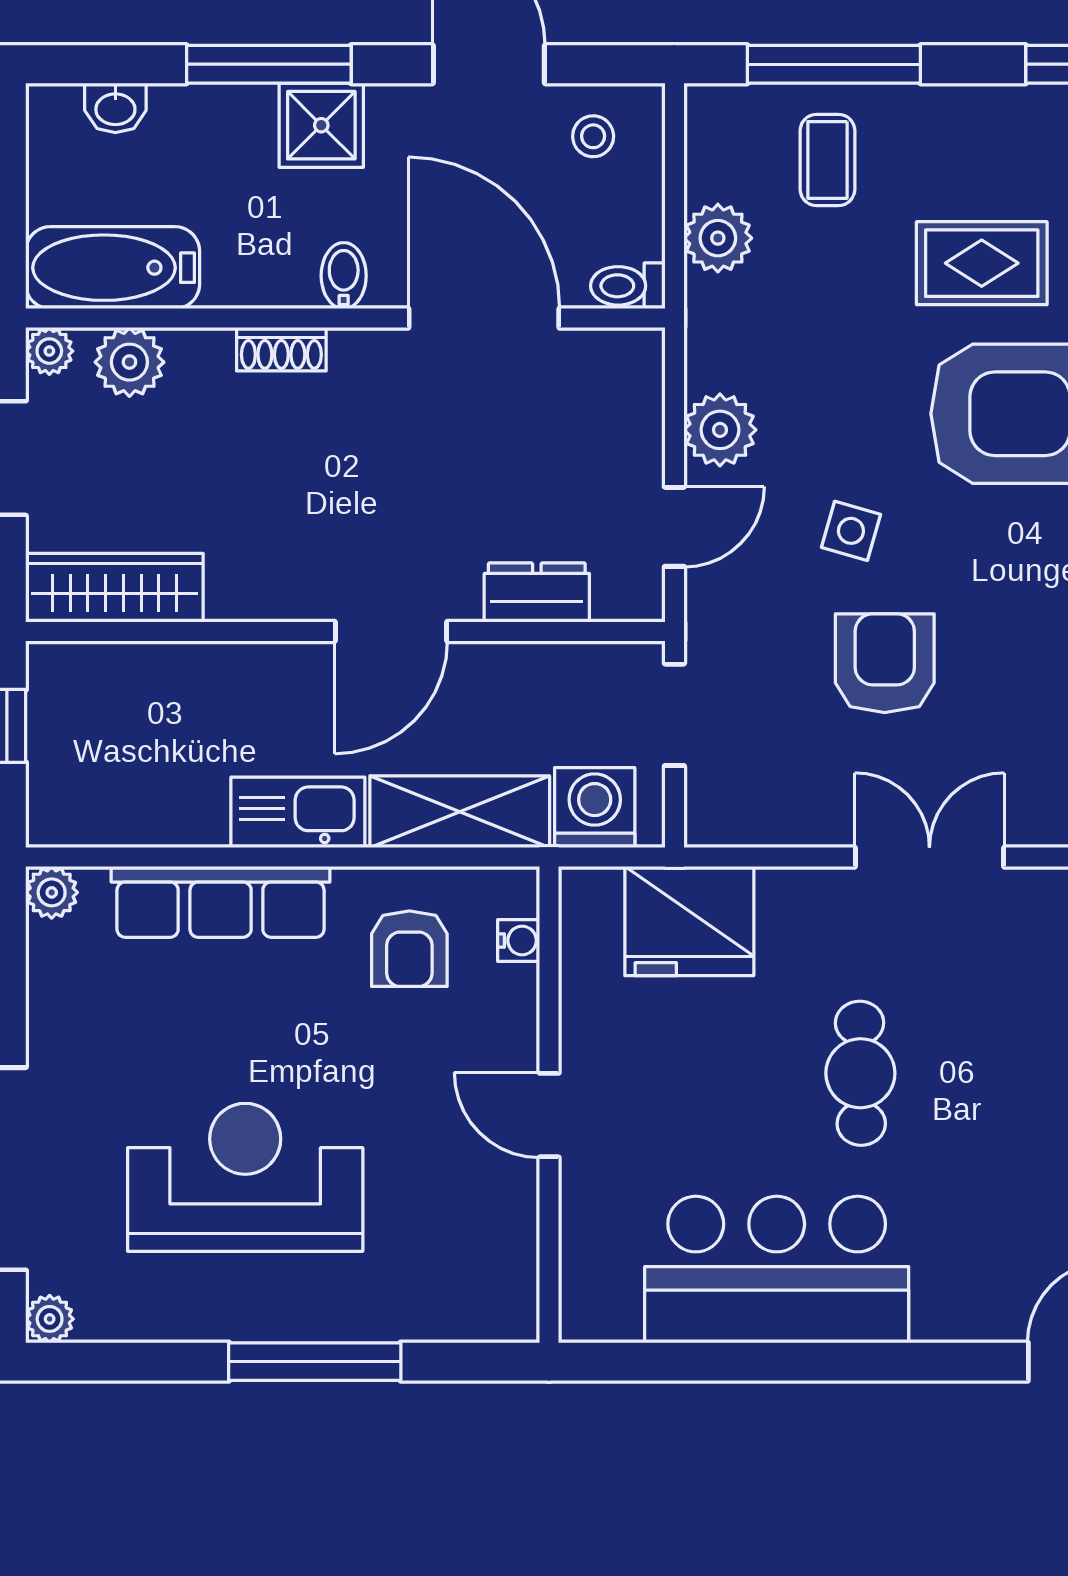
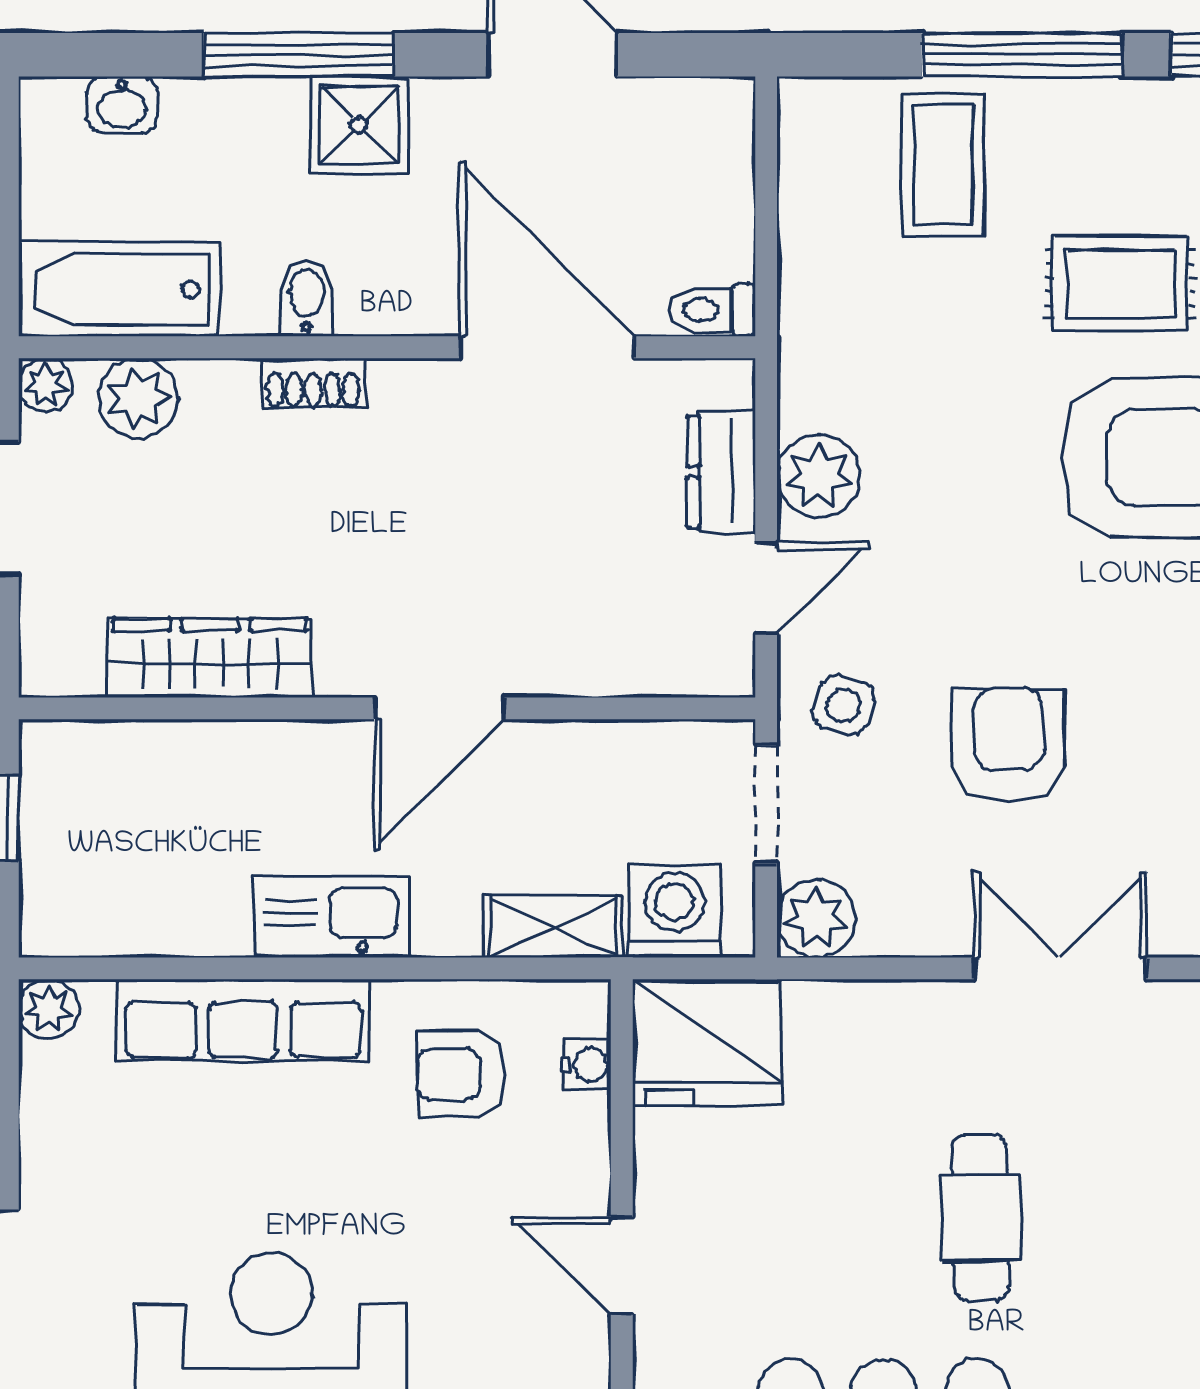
window: (834, 64) -> (1022, 55), moved
stool: (593, 136) -> (672, 138), removed
coffee table: (827, 160) -> (943, 165), width x1.36, depth x1.30
plant: (718, 238) -> (816, 918), moved
bidet: (344, 276) -> (306, 298), moved
side table: (851, 531) -> (844, 705), moved
wardrobe: (114, 588) -> (210, 658), moved
dresser: (537, 592) -> (721, 472), moved, turned -90
shelving: (460, 812) -> (553, 926), width x0.67, depth x0.75
fridge: (689, 921) -> (707, 1042), moved
armchair: (409, 949) -> (461, 1074), turned 90

